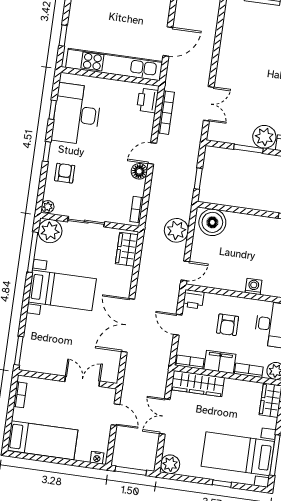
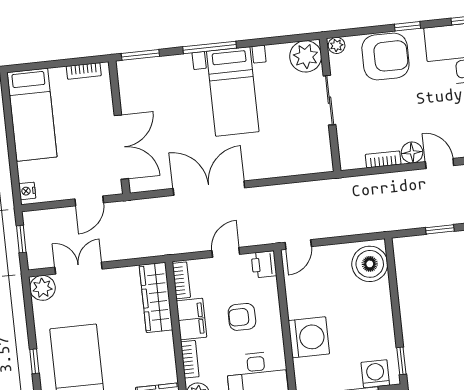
armchair: (65, 173) -> (385, 56), width x1.88, depth x1.88
window: (198, 179) -> (440, 229), moved
bookcase: (137, 210) -> (383, 159), moved
plant: (176, 230) -> (348, 220), removed
wardrobe: (127, 249) -> (307, 162), removed
window: (33, 252) -> (210, 47), moved
door: (185, 271) -> (298, 245), hinge flipped
washing machine: (254, 286) -> (309, 337), width x1.89, depth x1.89
double door: (82, 381) -> (121, 147), width x1.37
double door: (165, 416) -> (79, 268), moved
window: (131, 471) -> (21, 239), width x0.67

